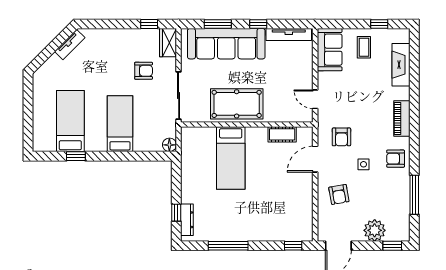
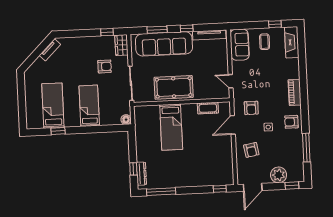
fireplace: (401, 65) -> (292, 42), moved
window: (228, 246) -> (161, 192), moved

